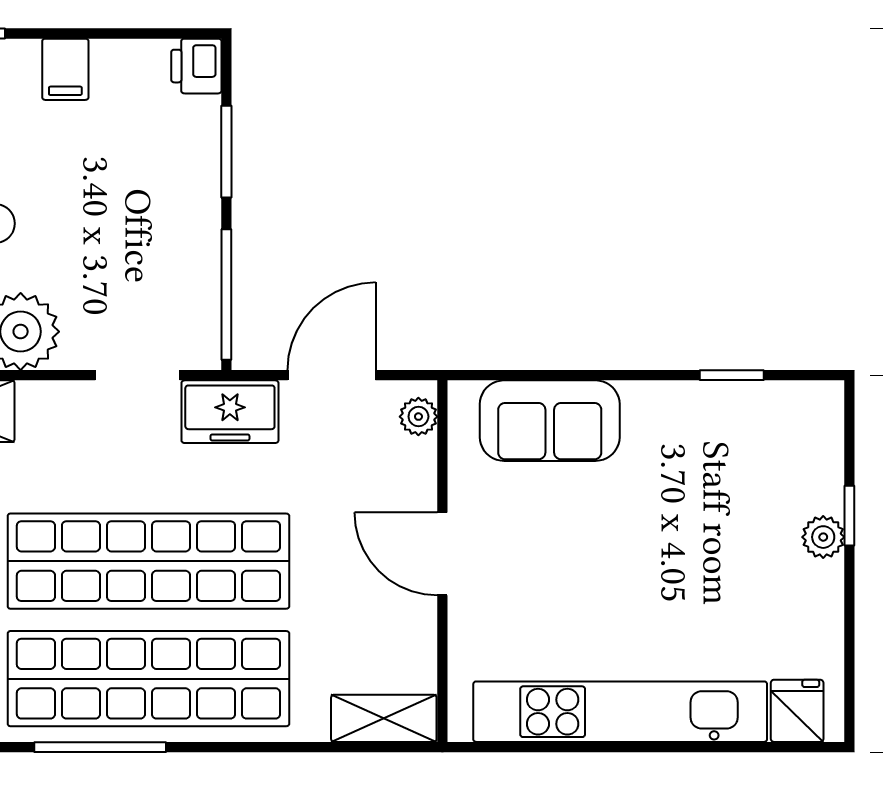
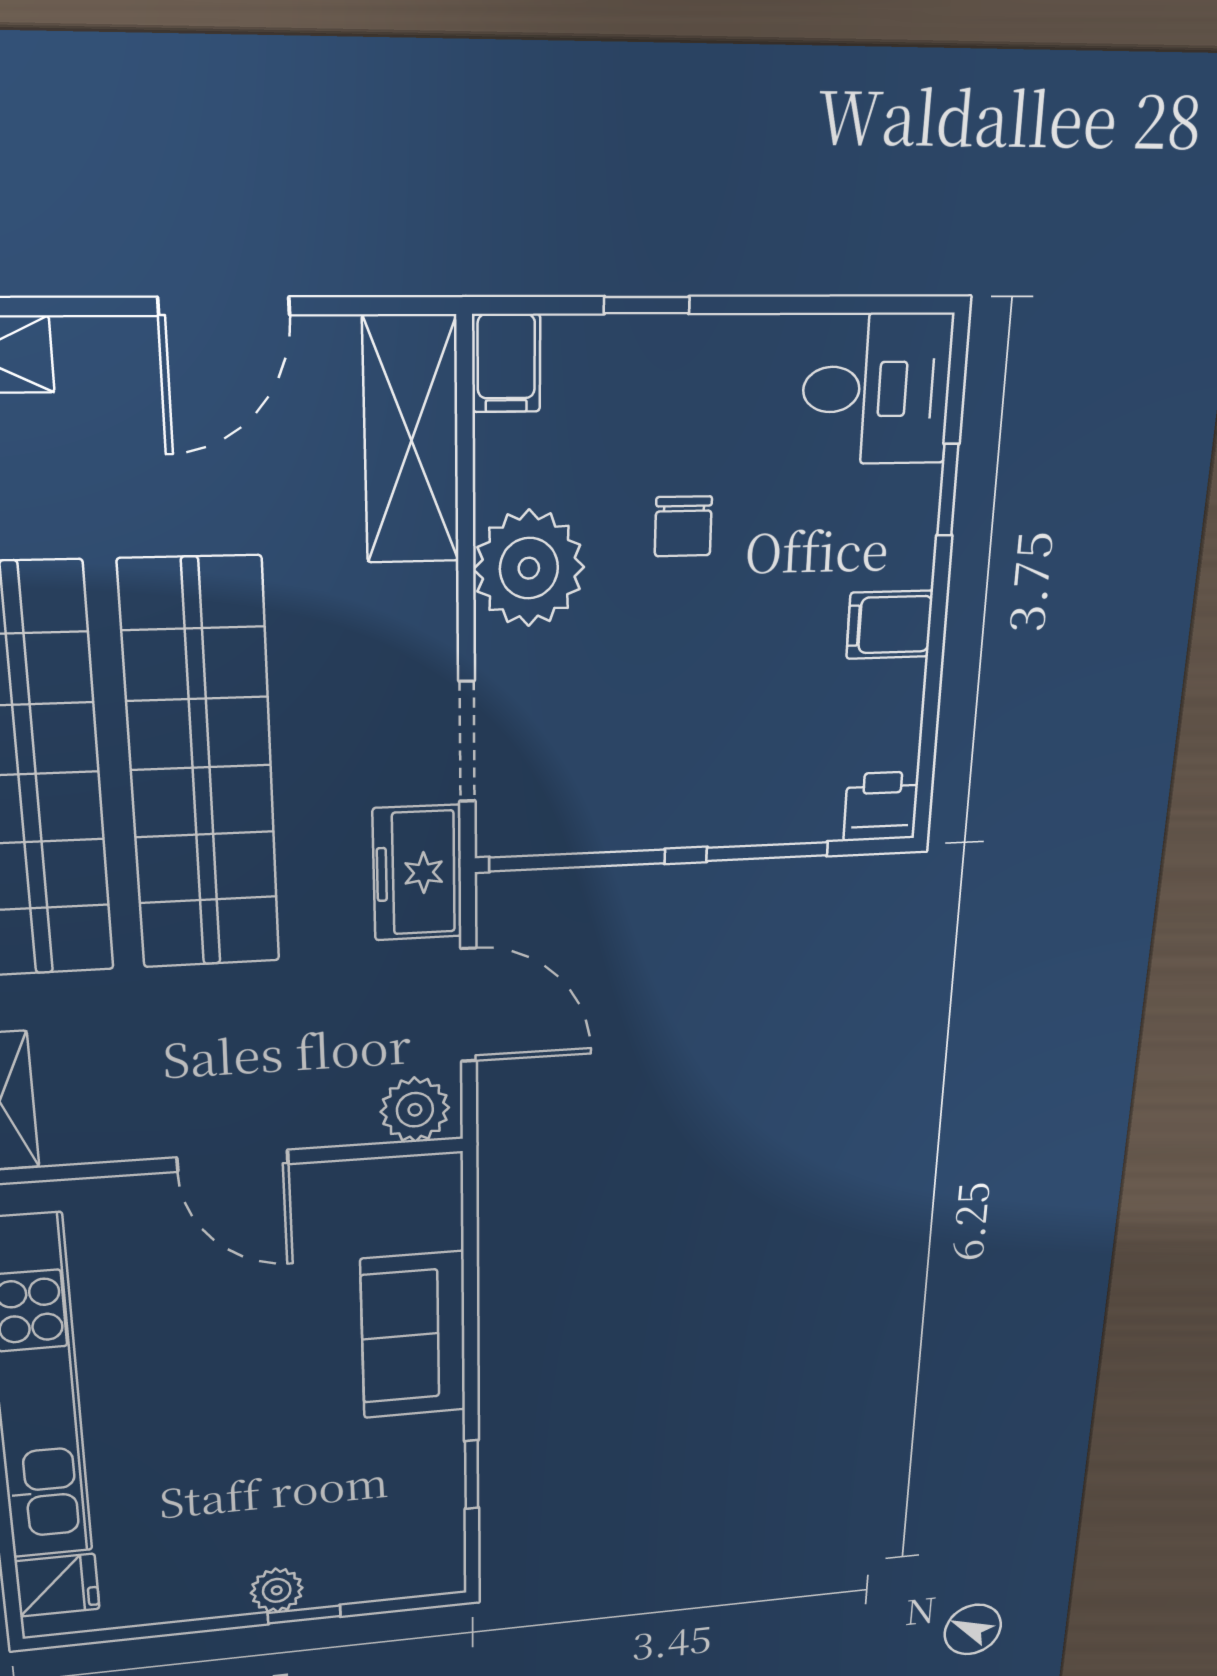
plant: (418, 417) -> (415, 1110), width x1.38, depth x1.38
sofa: (550, 421) -> (414, 1335), moved
door: (442, 554) -> (233, 1161), swing flipped

